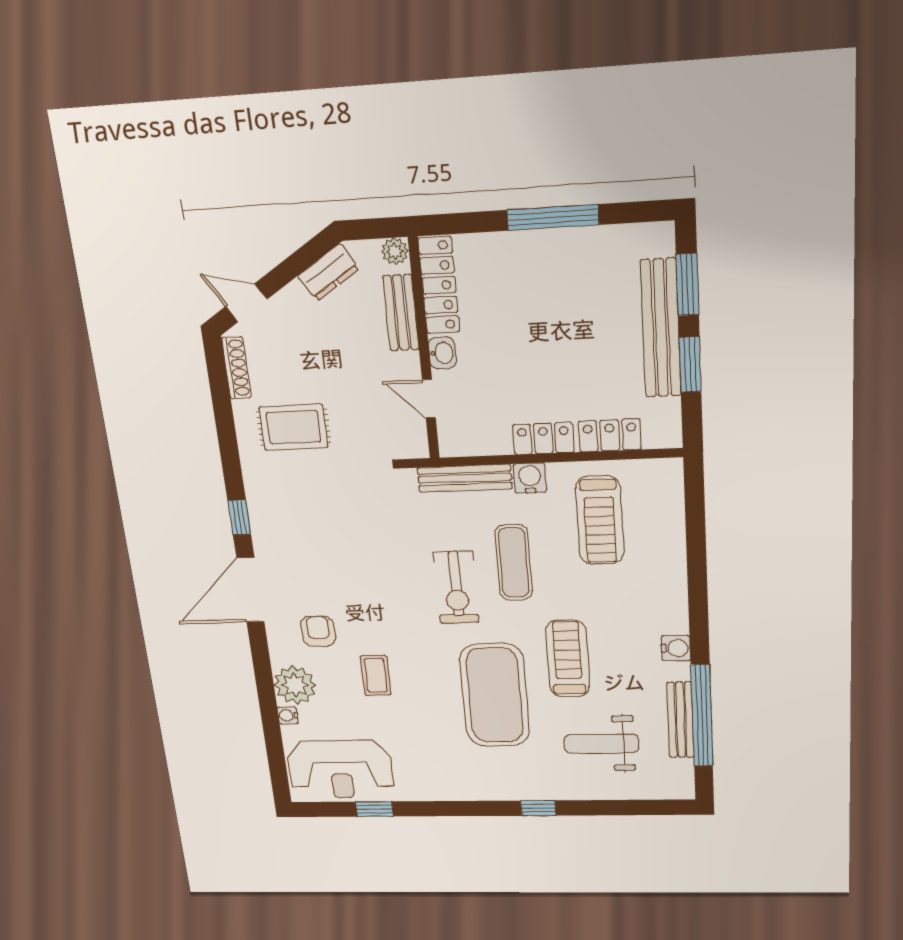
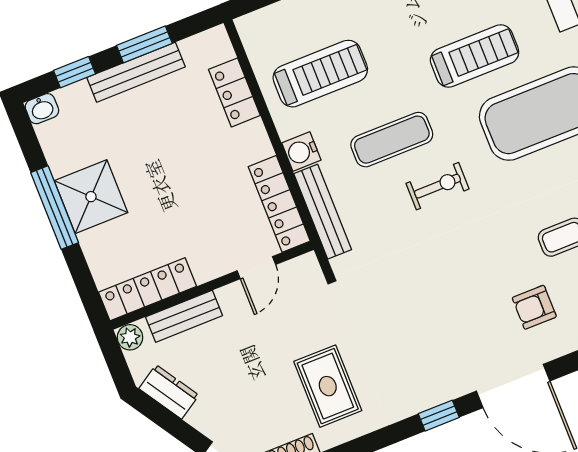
shower: (552, 259) -> (91, 197), added
window: (687, 285) -> (74, 72), width x0.67
bench: (661, 328) -> (136, 72), width x0.73, depth x0.82
washbasin: (442, 353) -> (42, 109), moved, turned 180
locker: (543, 438) -> (279, 204), moved, width x1.53
exercise bike: (456, 587) -> (437, 186), width x0.73, depth x0.72
treadmill: (568, 659) -> (475, 56), turned 180

